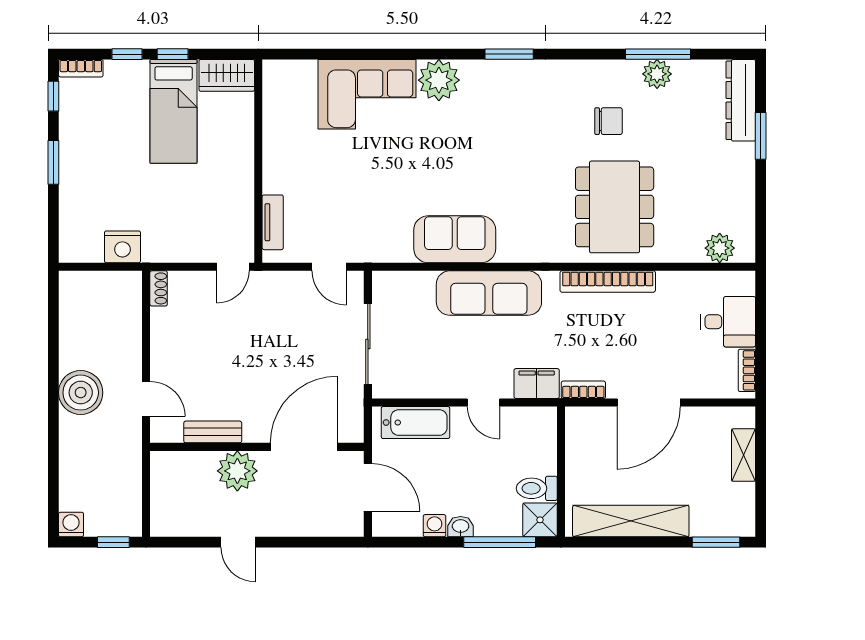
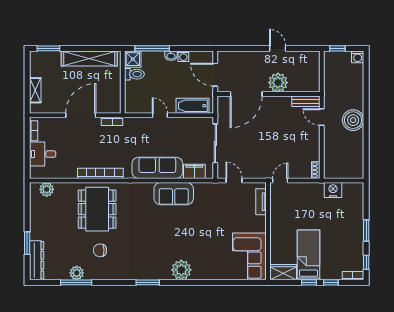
corner sofa: (367, 94) -> (249, 256), moved, turned -90
filing cabinet: (537, 384) -> (194, 171), moved, turned 180
bench: (213, 432) -> (306, 101), moved

